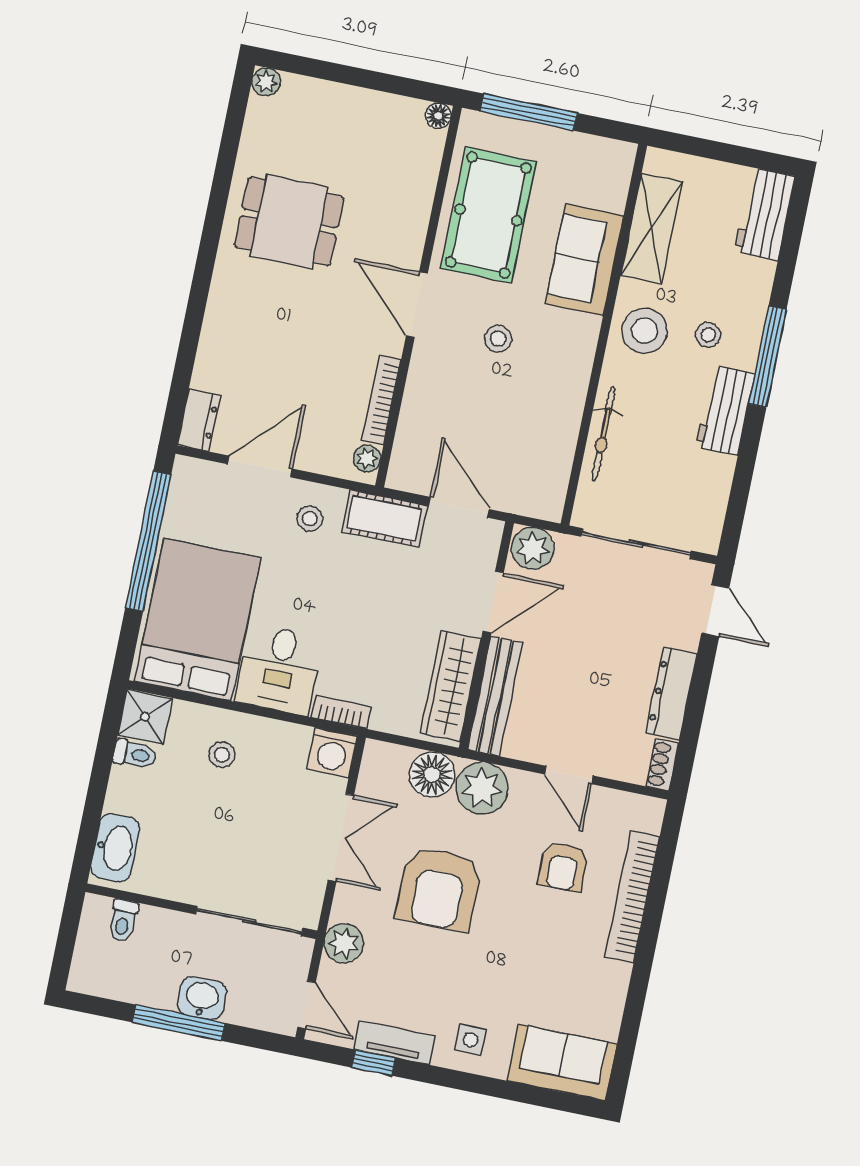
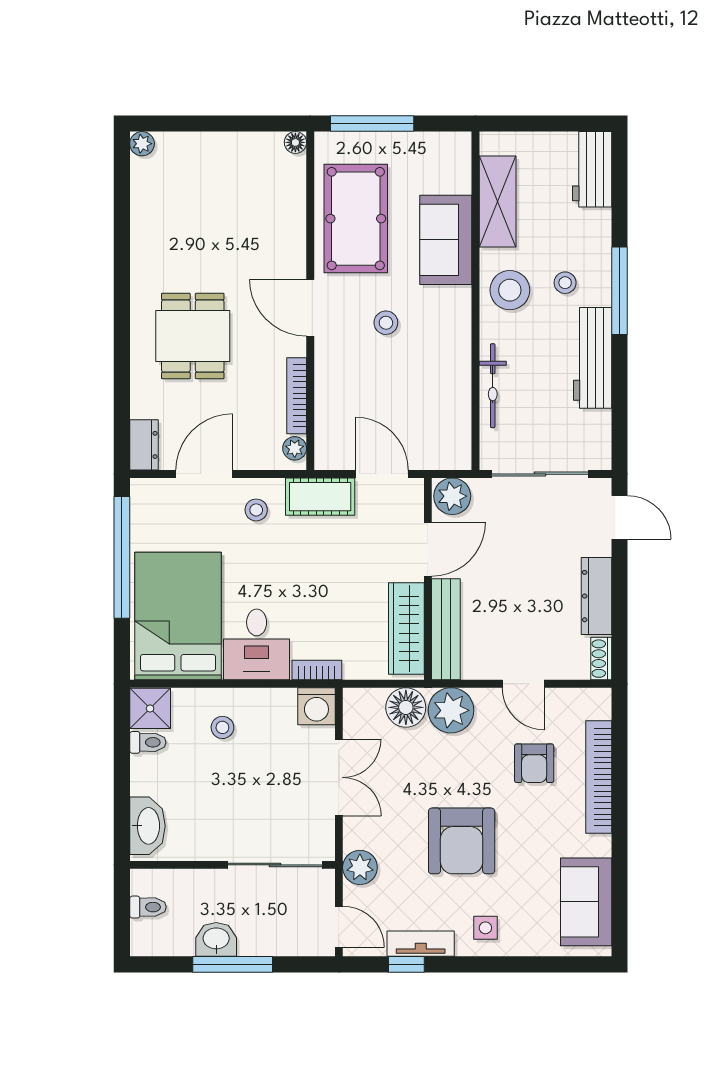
dining table: (289, 222) -> (193, 336), moved, turned 90
workbench: (725, 410) -> (593, 358), width x1.37
armchair: (439, 889) -> (462, 841), moved
toilet: (123, 921) -> (148, 907), moved, turned -90
washbasin: (202, 998) -> (216, 939), moved
sofa: (562, 1062) -> (586, 902), moved, turned -90

